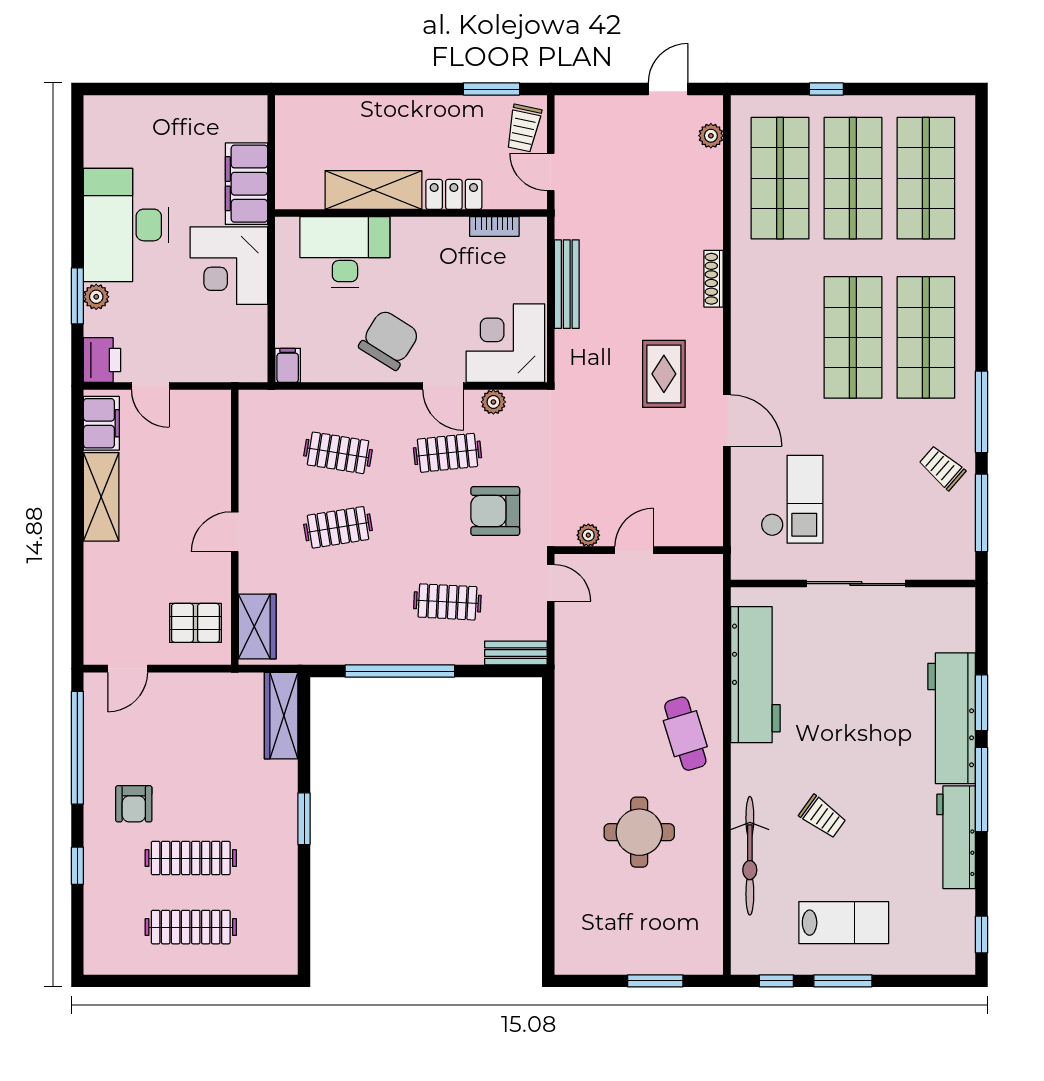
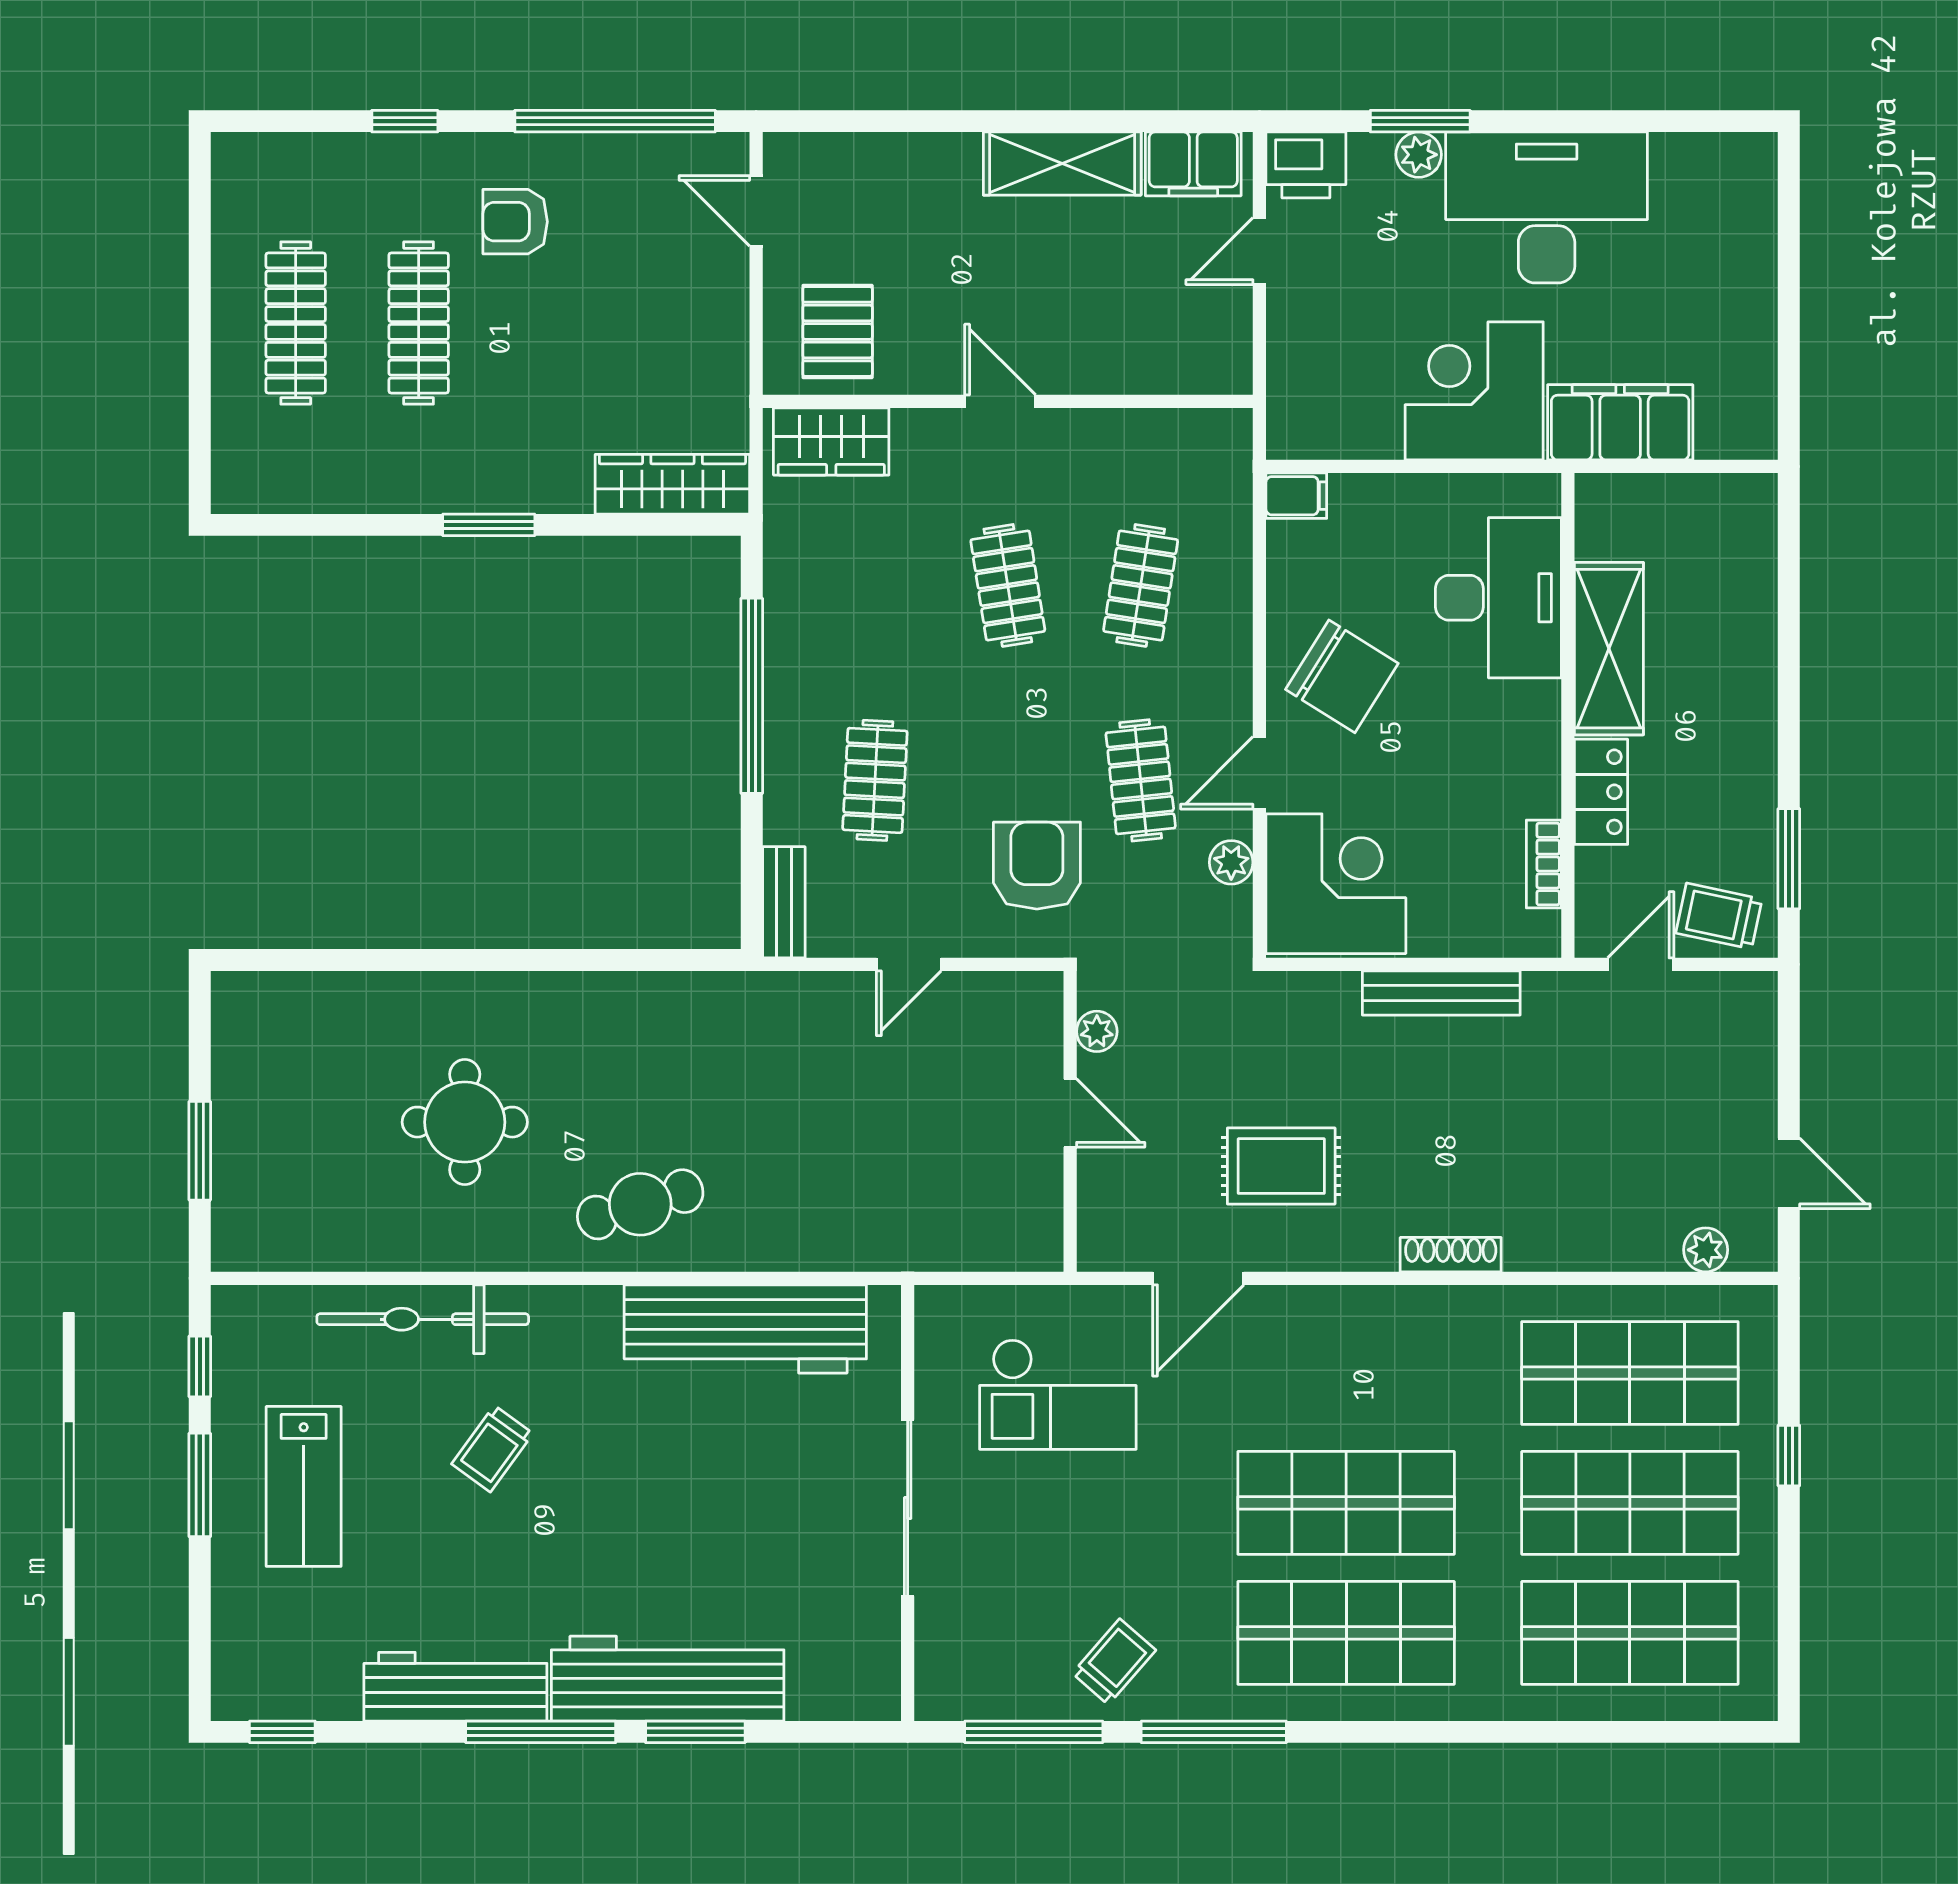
plant: (588, 535) -> (1097, 1031), moved
door: (634, 550) -> (1070, 1113), moved
wall: (639, 550) -> (1070, 1121), moved

